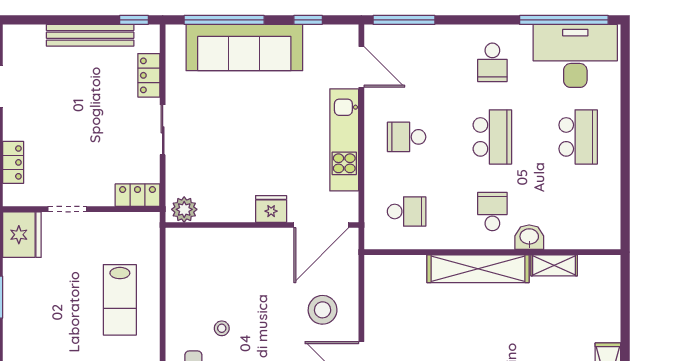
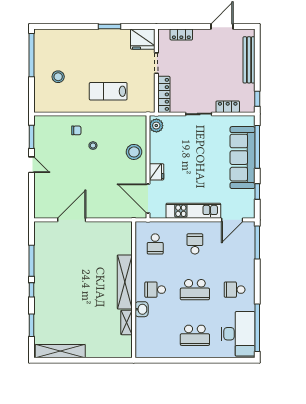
bench: (90, 35) -> (249, 60), moved
locker: (138, 195) -> (164, 94), width x1.53
school desk: (492, 211) -> (155, 290), turned 180
stool: (323, 310) -> (134, 152), moved

